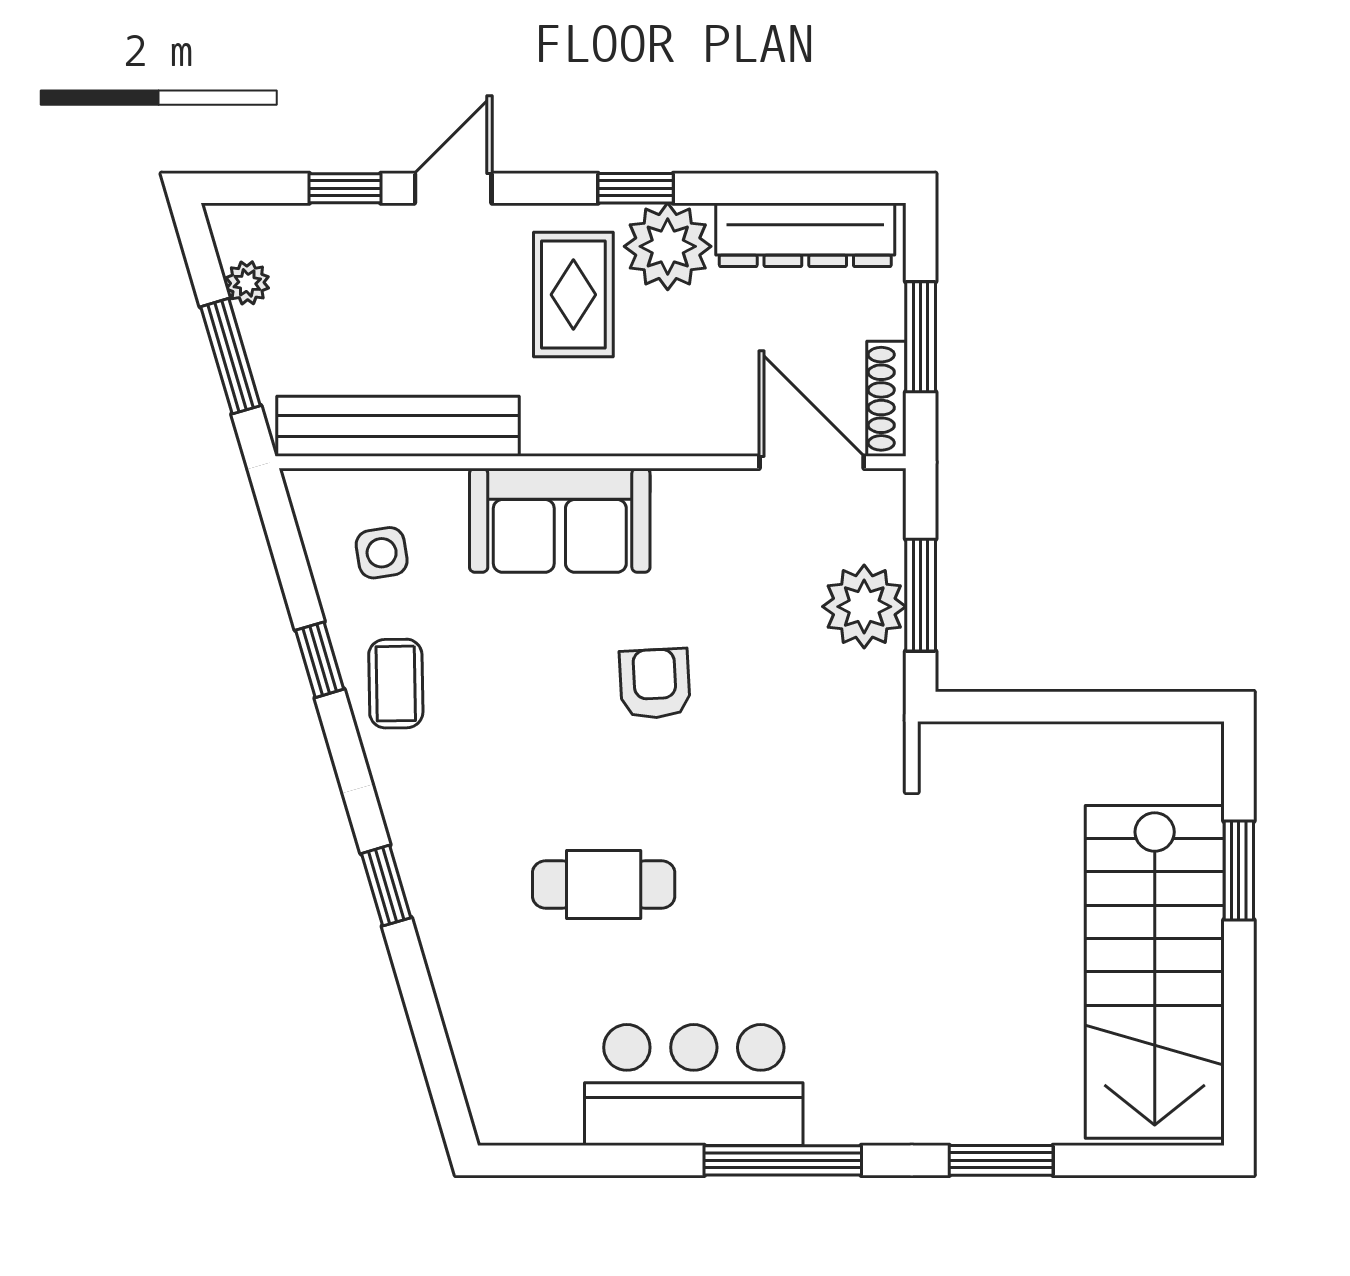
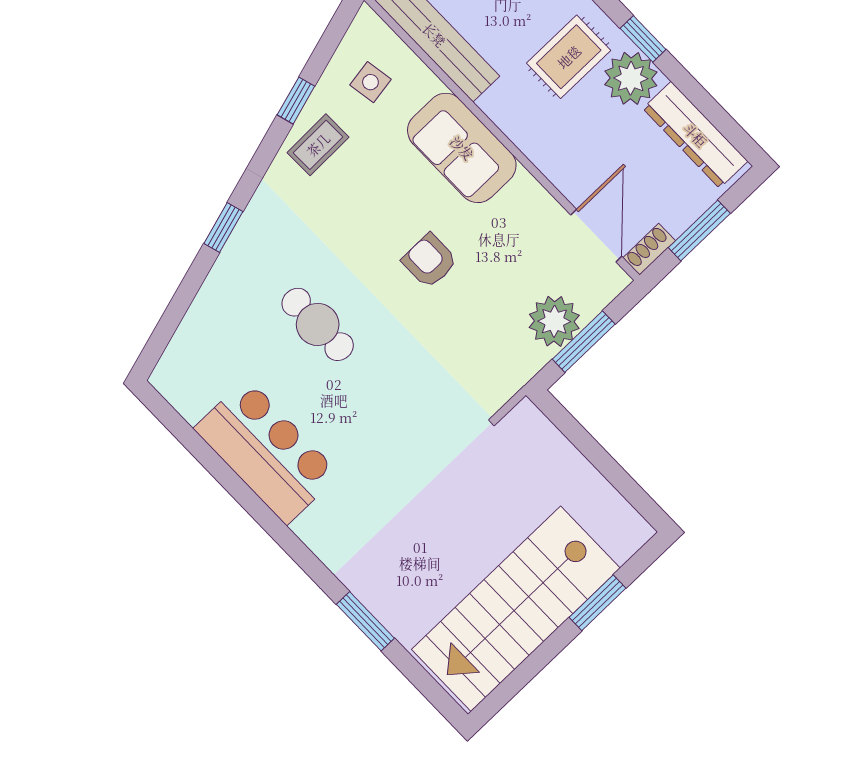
shoe rack: (886, 399) -> (649, 249), width x0.70
armchair: (655, 684) -> (430, 261), turned -87
window: (783, 1160) -> (271, 523), removed

